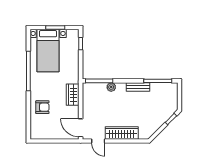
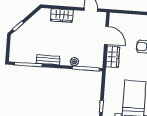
door: (81, 128) -> (106, 35), moved
wardrobe: (122, 133) -> (62, 16), width x0.67

